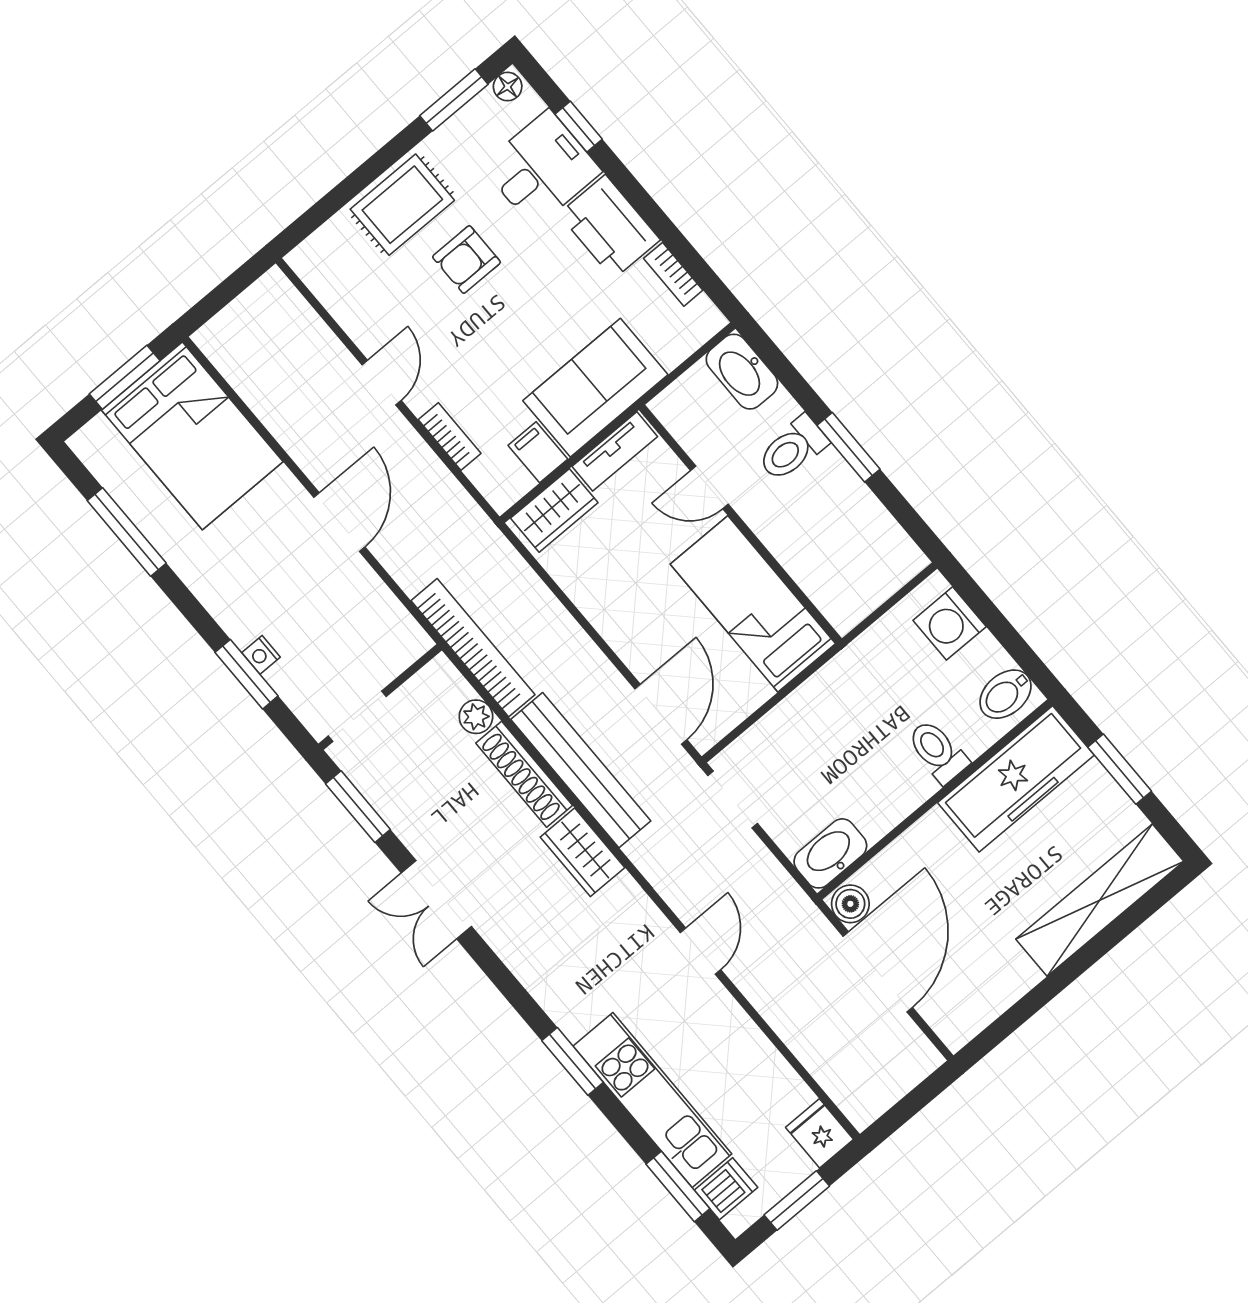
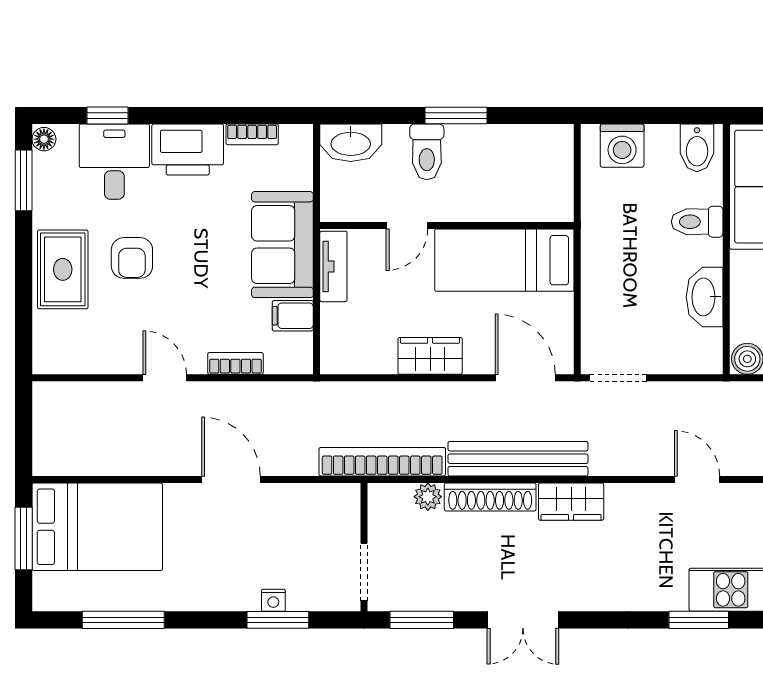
wardrobe: (554, 510) -> (430, 356), moved, turned -90
washbasin: (830, 853) -> (705, 297), moved

